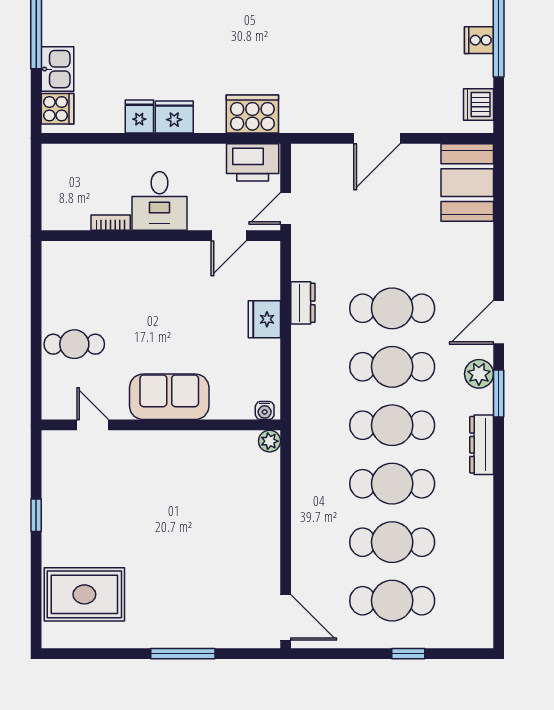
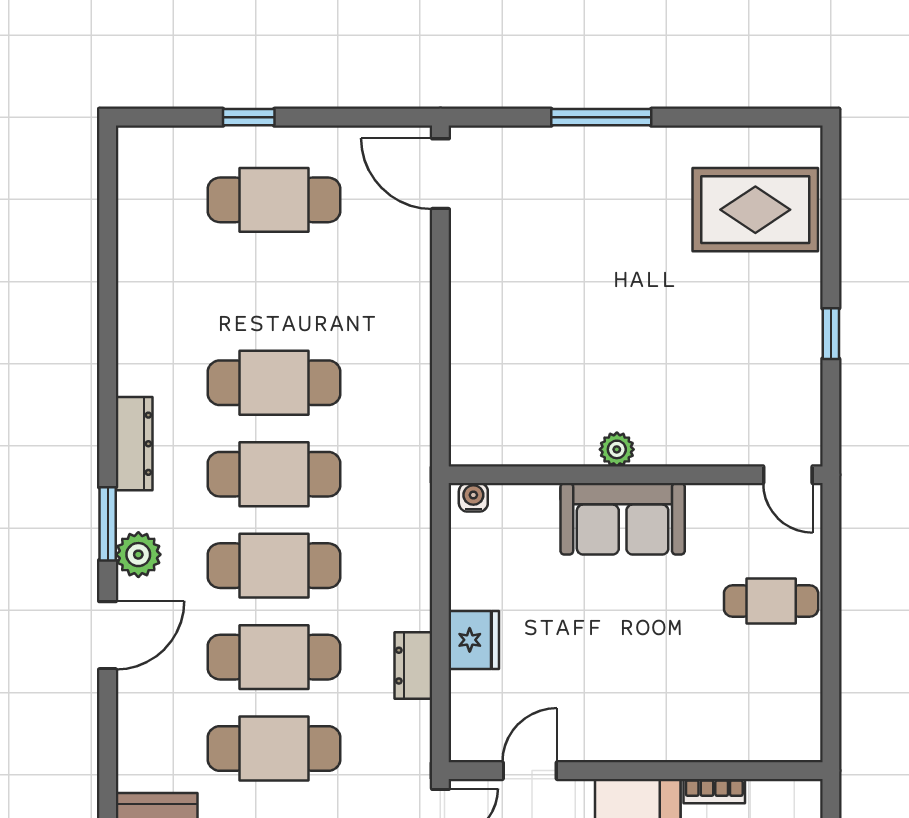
door: (93, 425) -> (788, 475), moved
plant: (270, 441) -> (617, 449), moved
cafe table: (392, 542) -> (274, 749), moved

